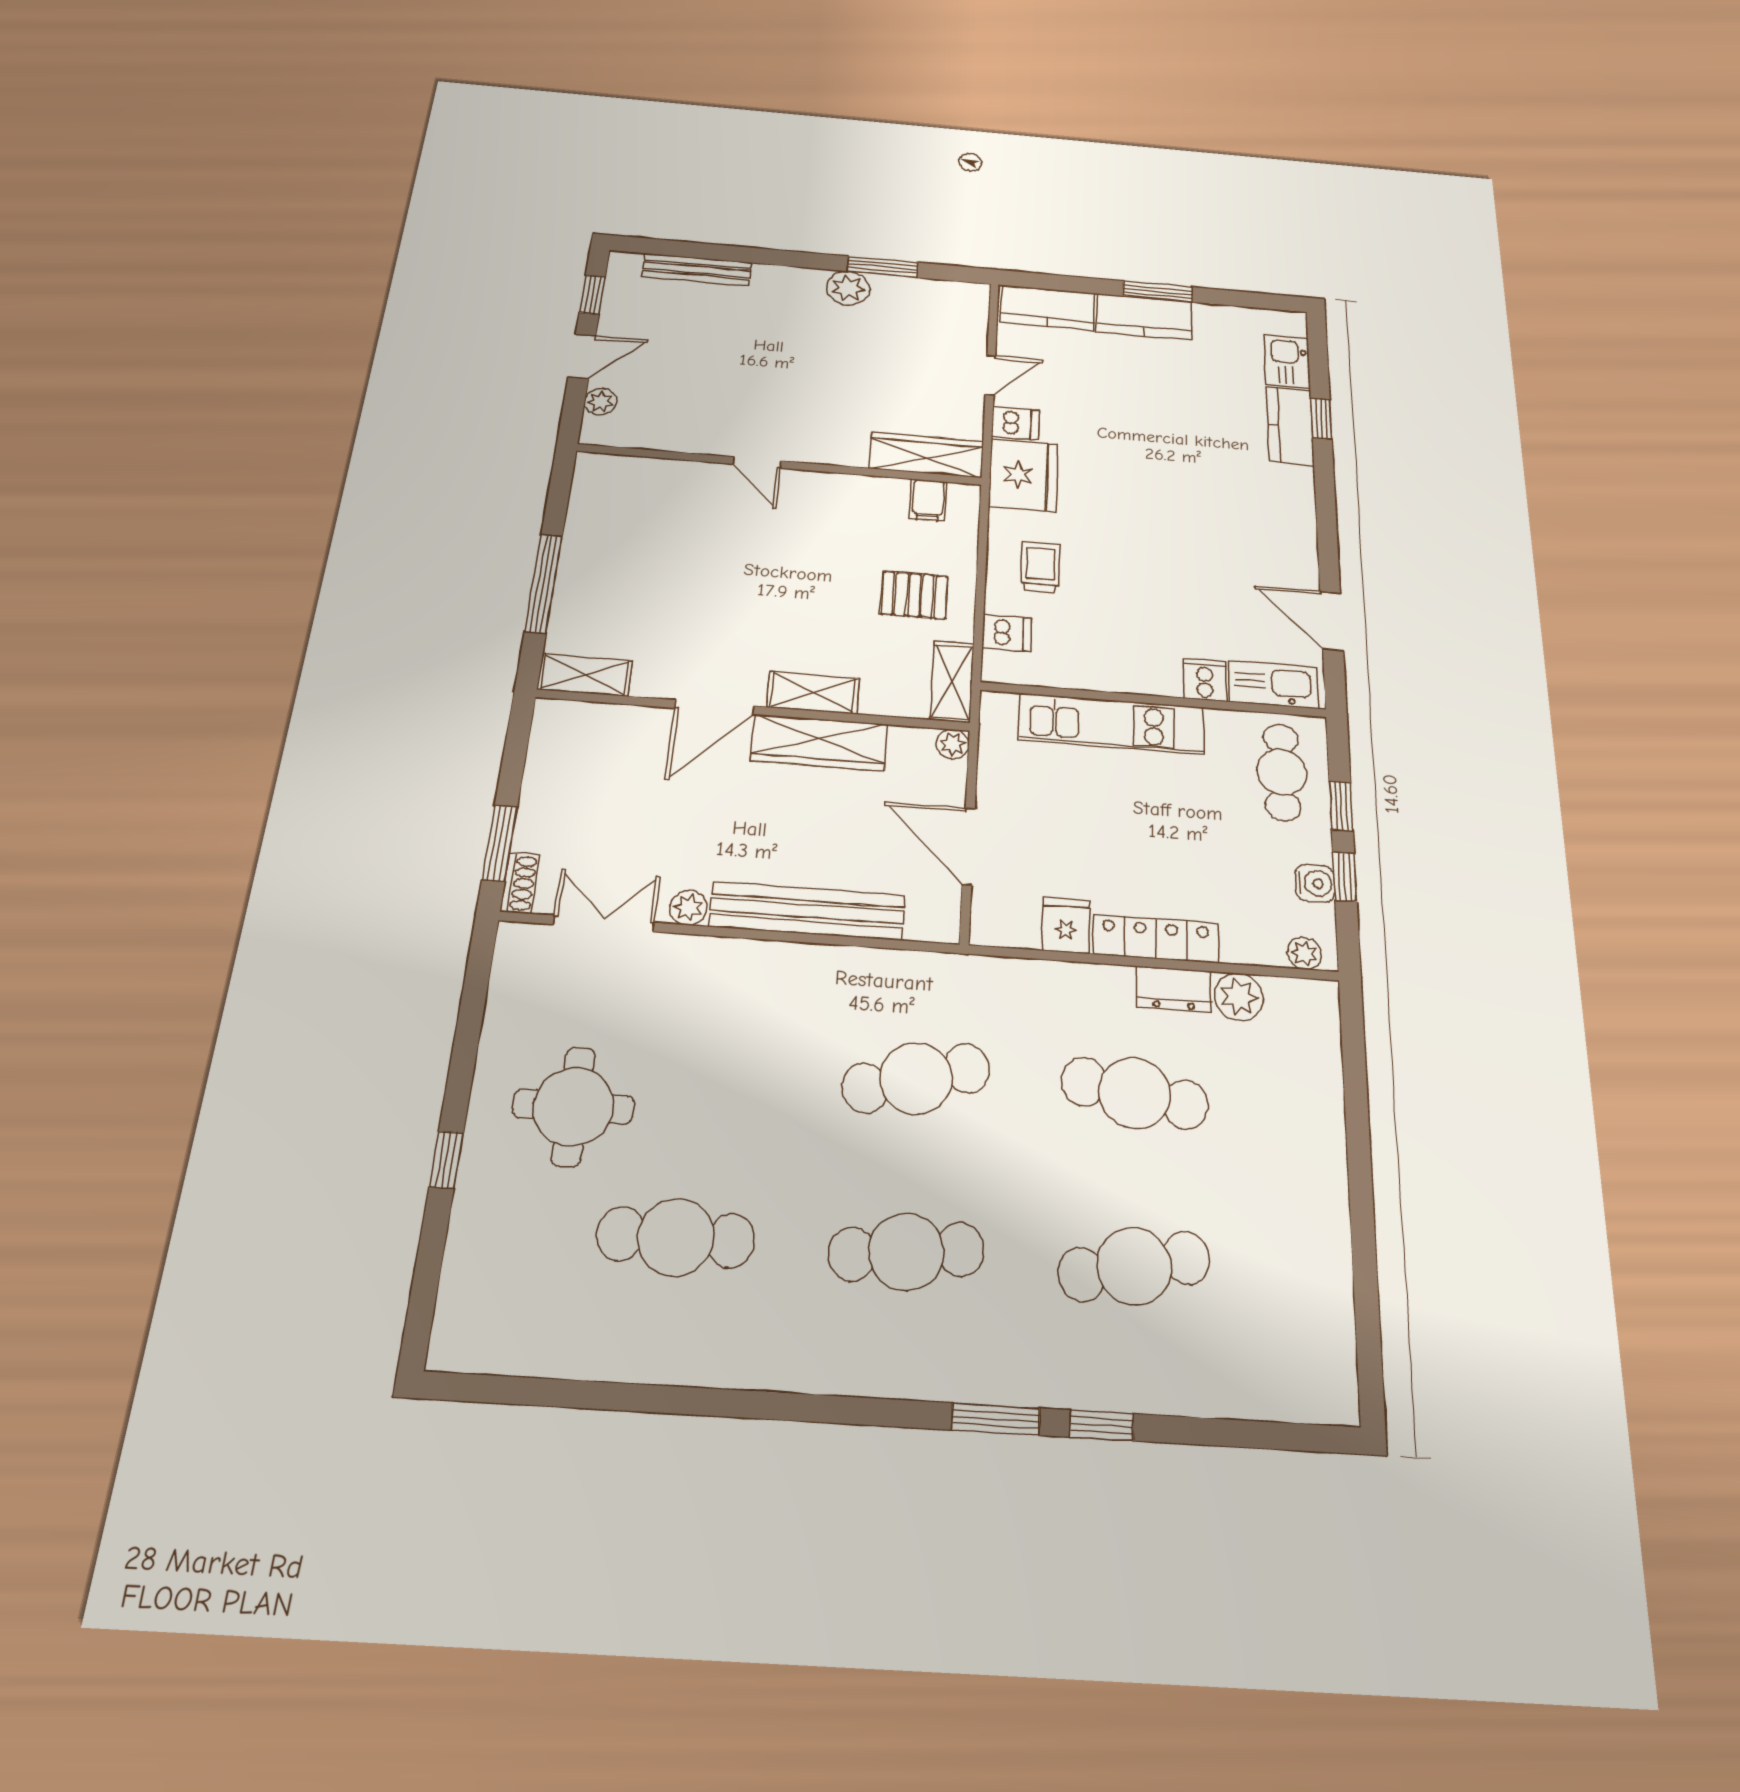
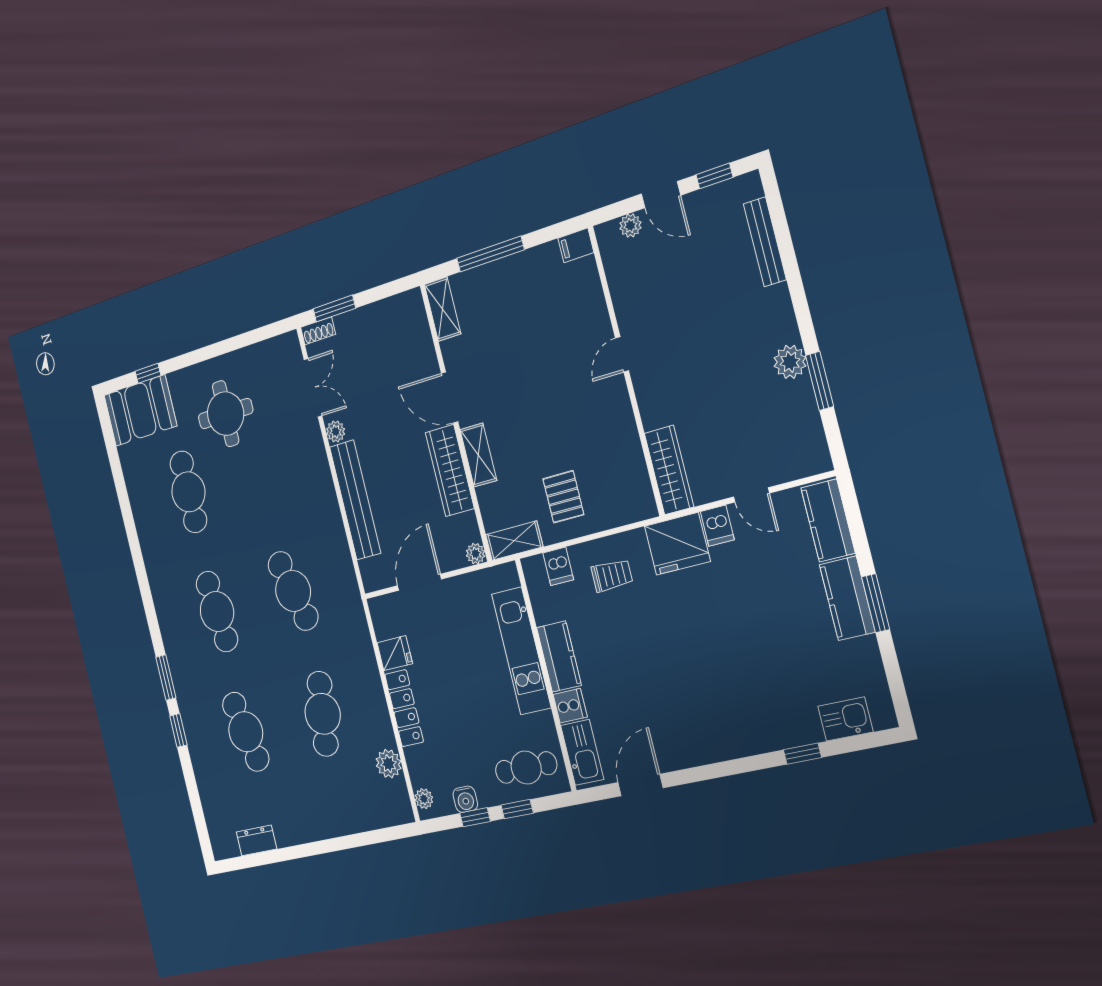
kitchen counter: (1290, 426) -> (559, 656), moved, turned 90
filing cabinet: (928, 500) -> (576, 245), moved
dresser: (1174, 989) -> (256, 840), moved, turned 90
window: (446, 1160) -> (148, 373), moved
booth: (489, 1294) -> (140, 410), added

